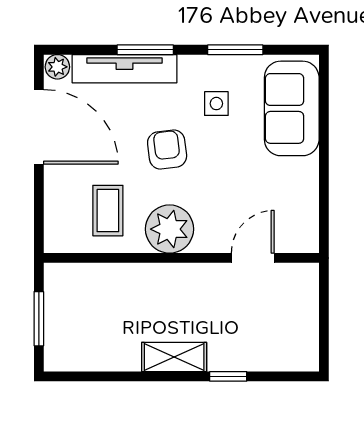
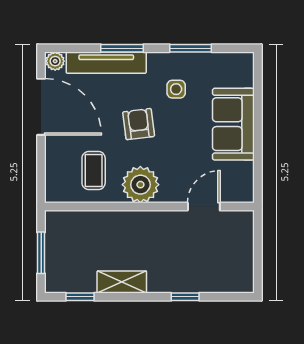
sofa: (292, 108) -> (233, 124), moved
shelving: (174, 357) -> (122, 282), moved
window: (90, 376) -> (80, 297), added

